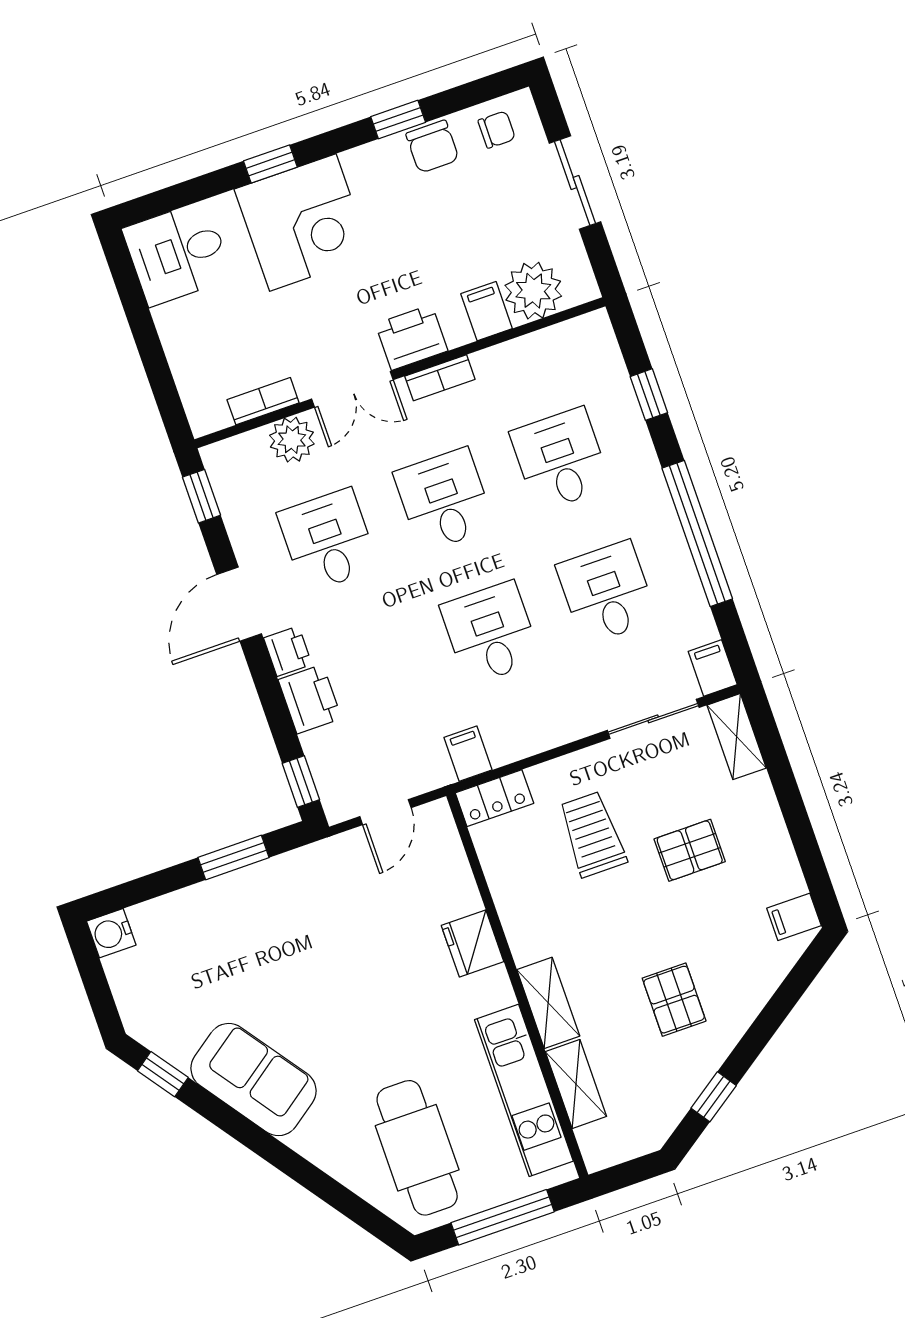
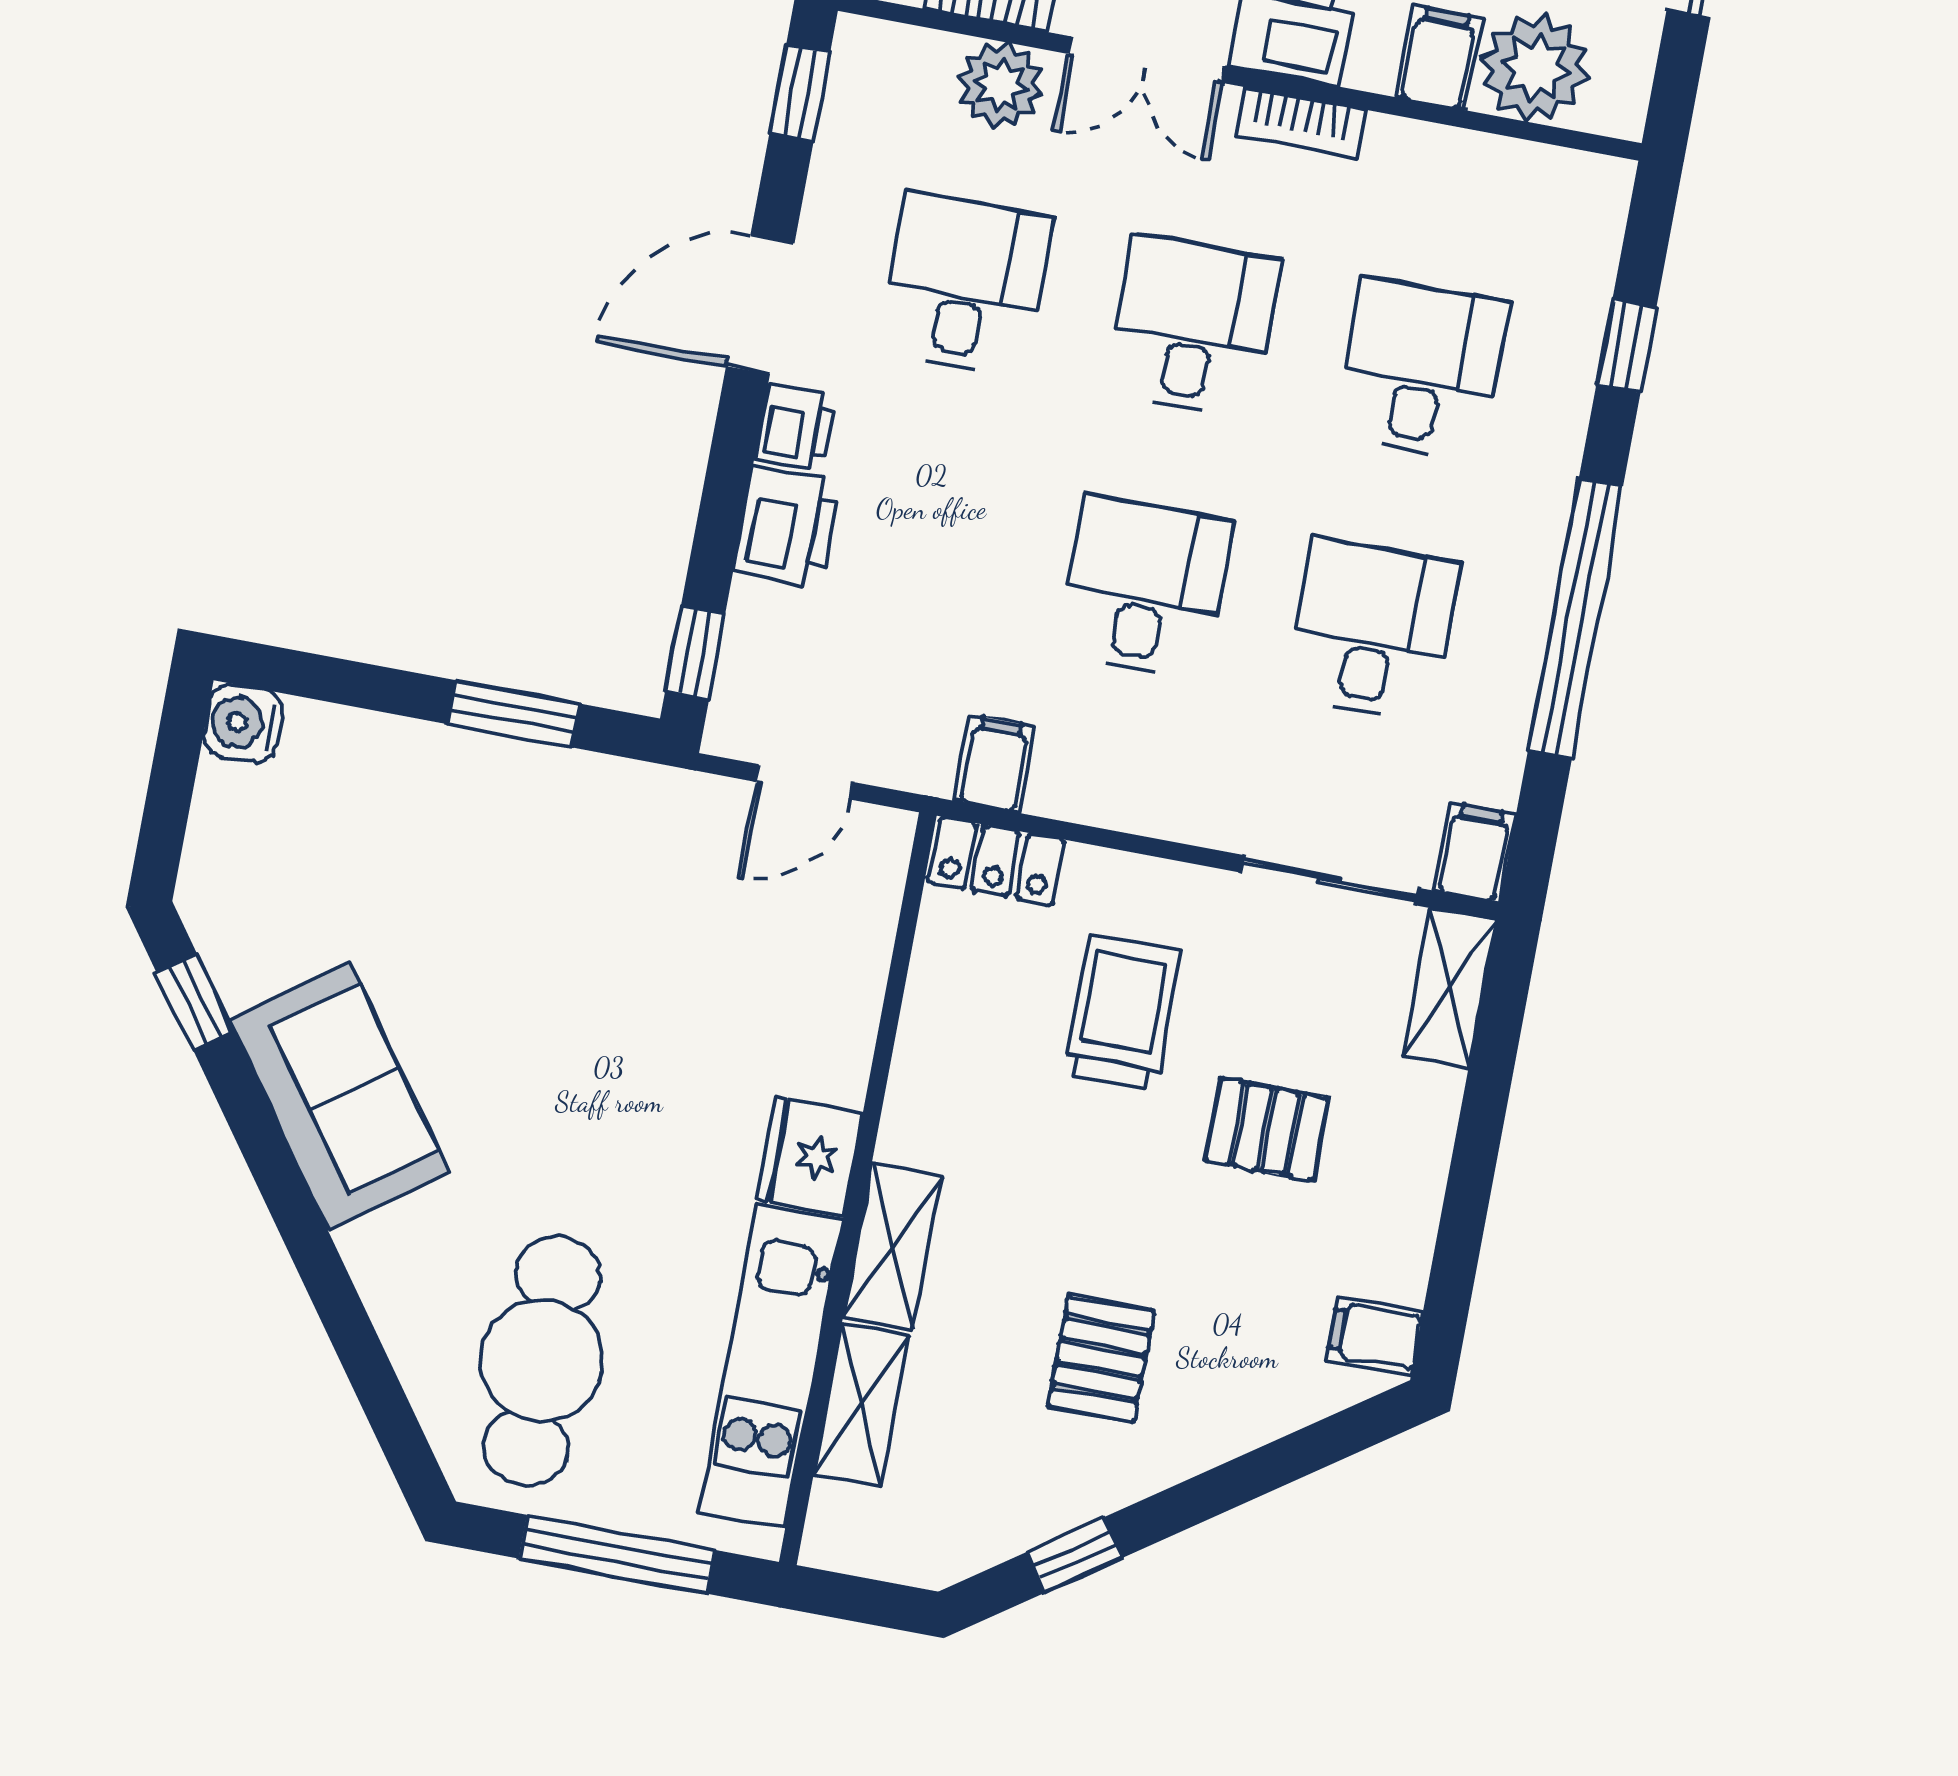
fridge: (473, 944) -> (810, 1156), moved

